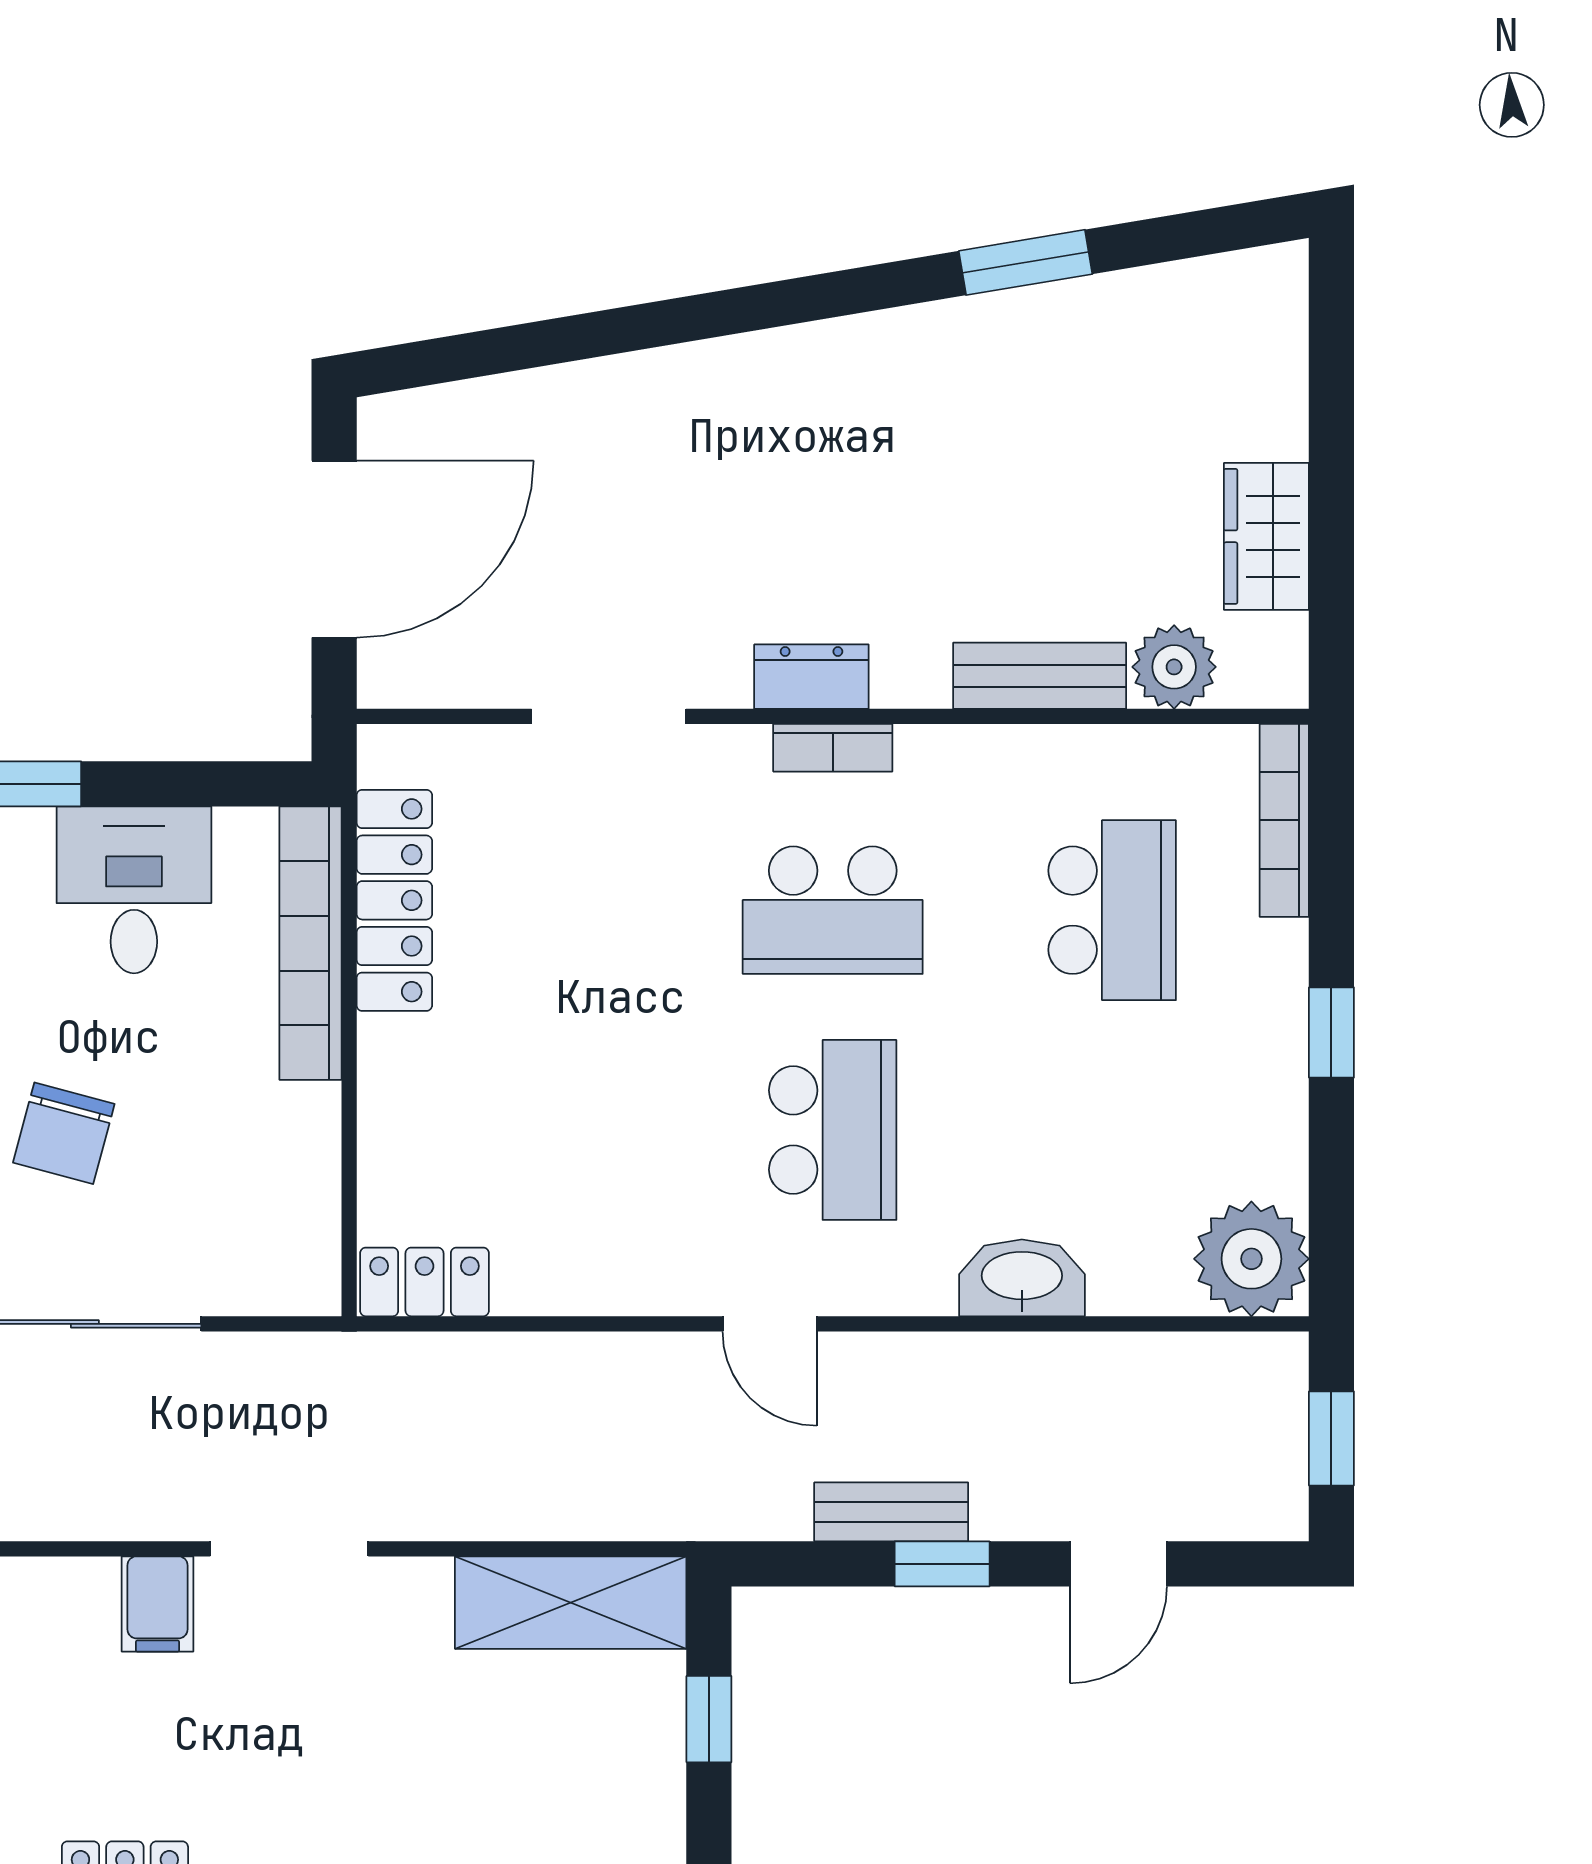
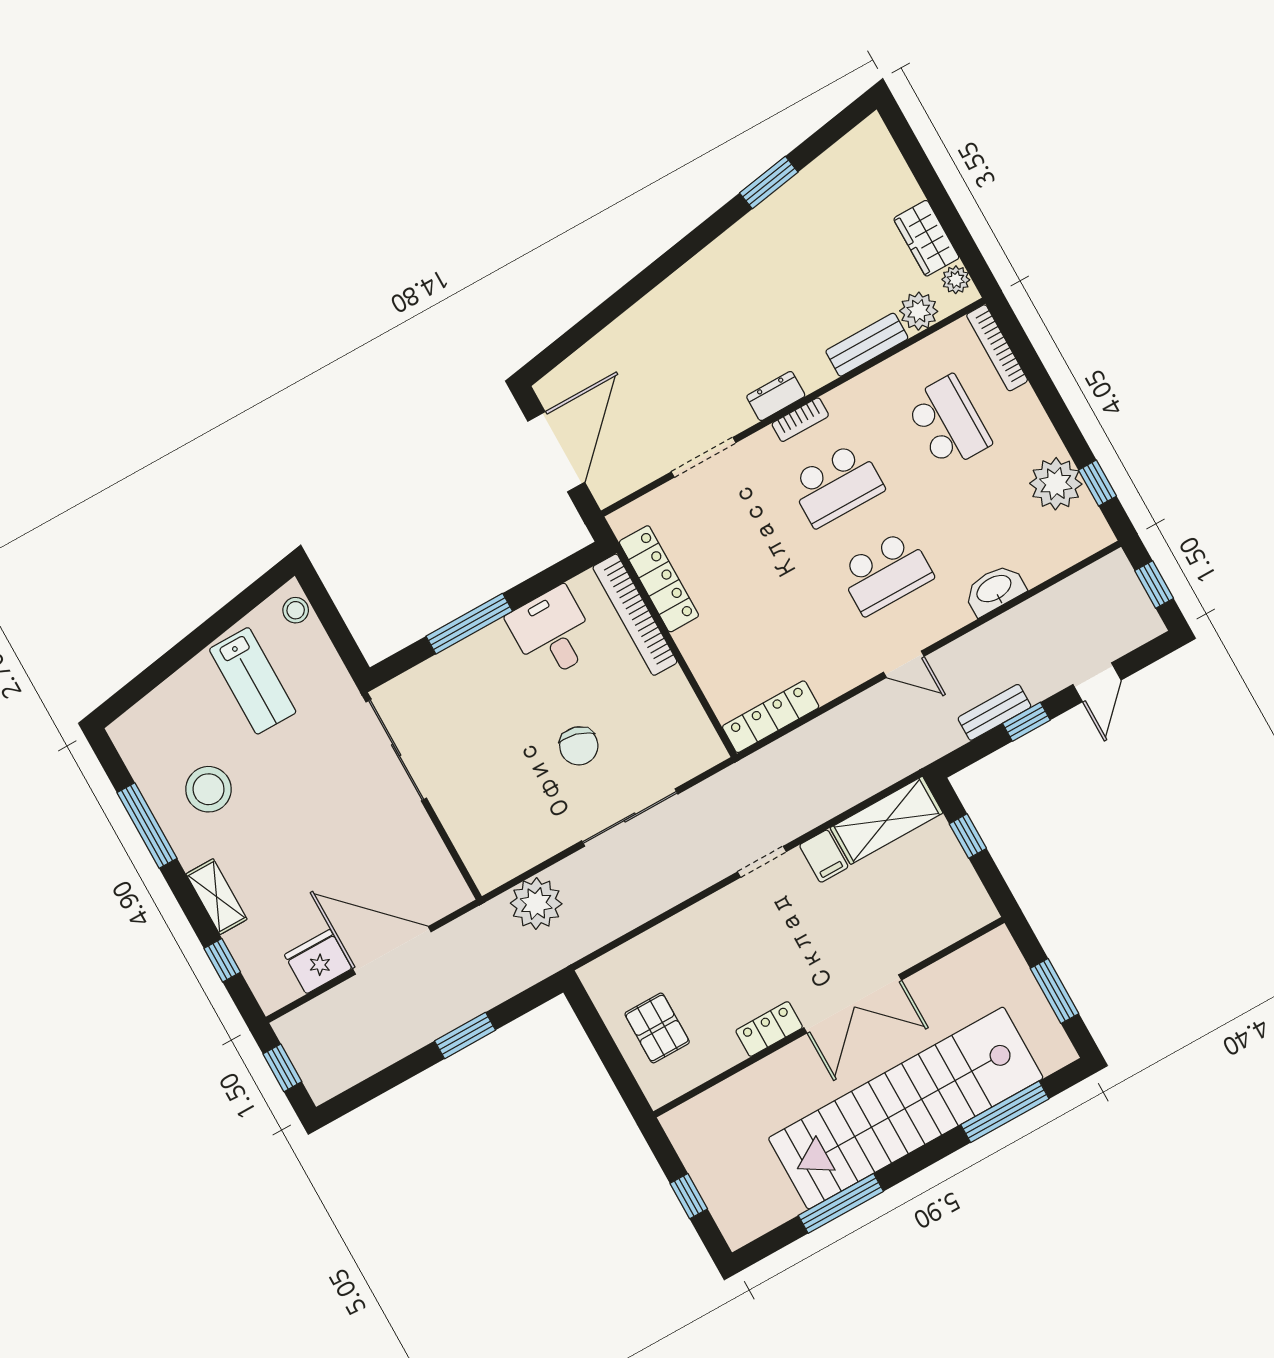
plant: (1278, 647) -> (956, 280), added
window: (1331, 1032) -> (1097, 483), moved
school desk: (833, 1130) -> (886, 573), turned 90
plant: (1251, 1259) -> (1056, 484), moved
locker: (424, 1282) -> (771, 717), width x1.53
doorway: (289, 1549) -> (762, 862), width x0.73
filing cabinet: (157, 1604) -> (824, 856), moved

